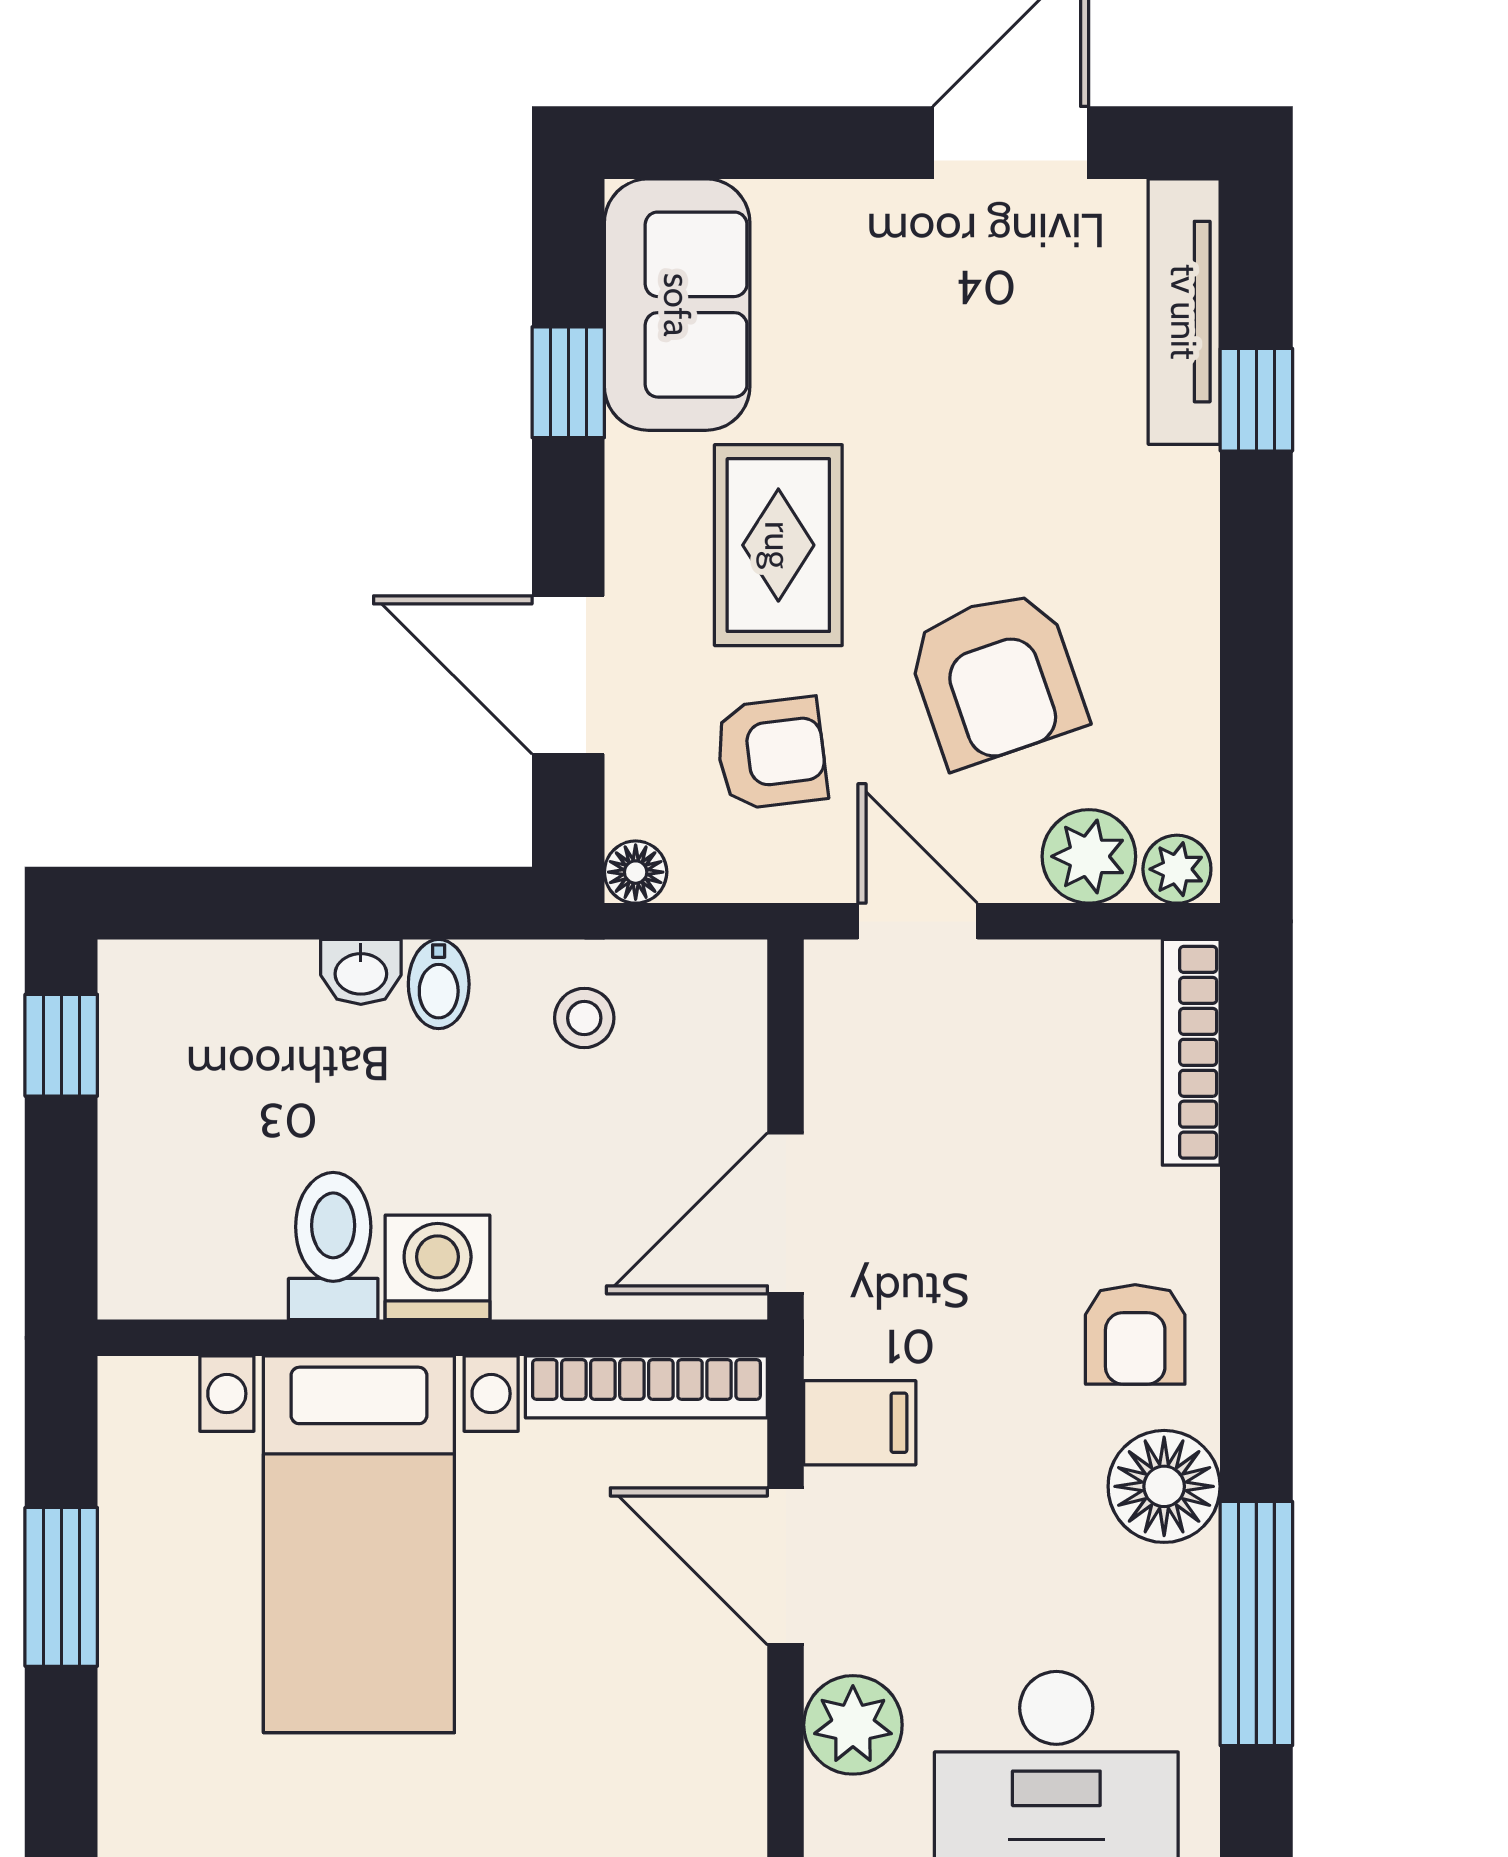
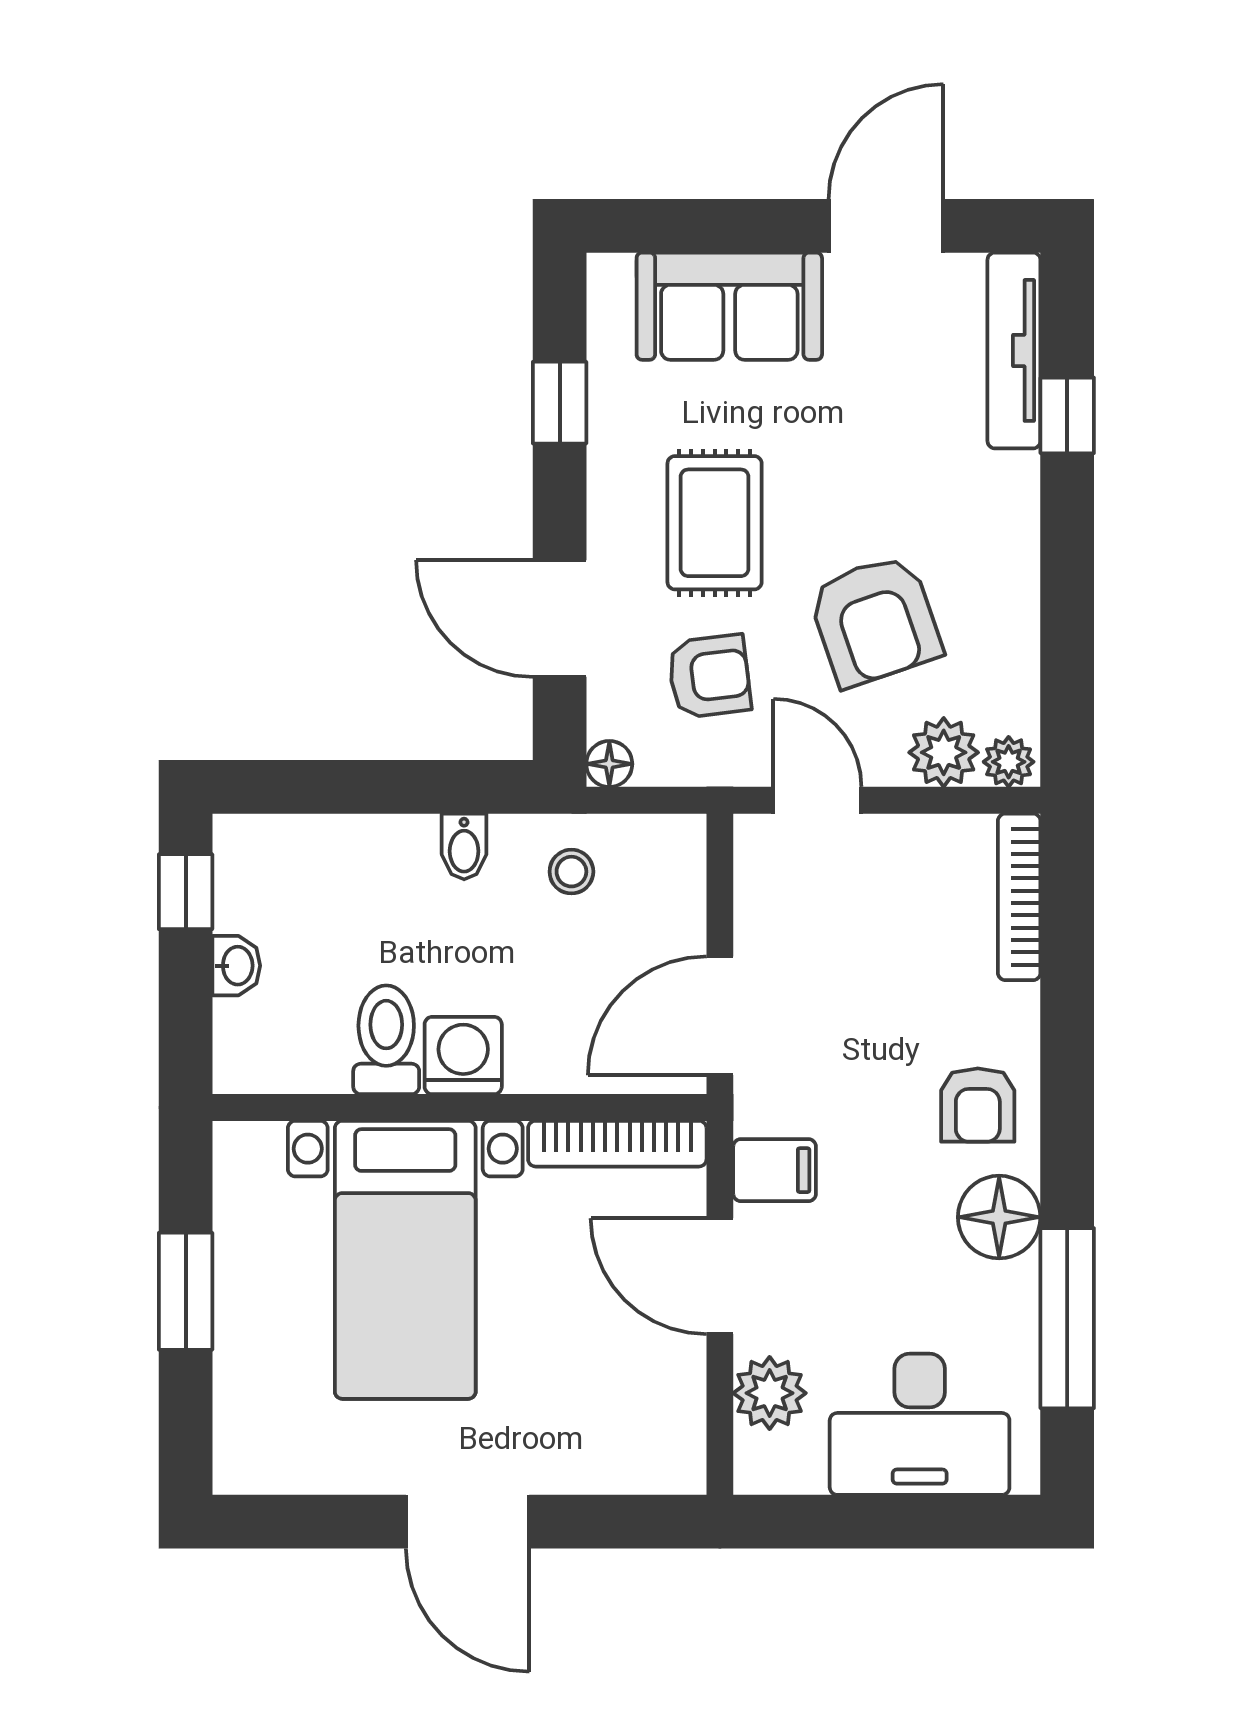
sofa: (677, 305) -> (729, 306), moved, turned 90
washbasin: (361, 972) -> (236, 966), moved, turned -90

